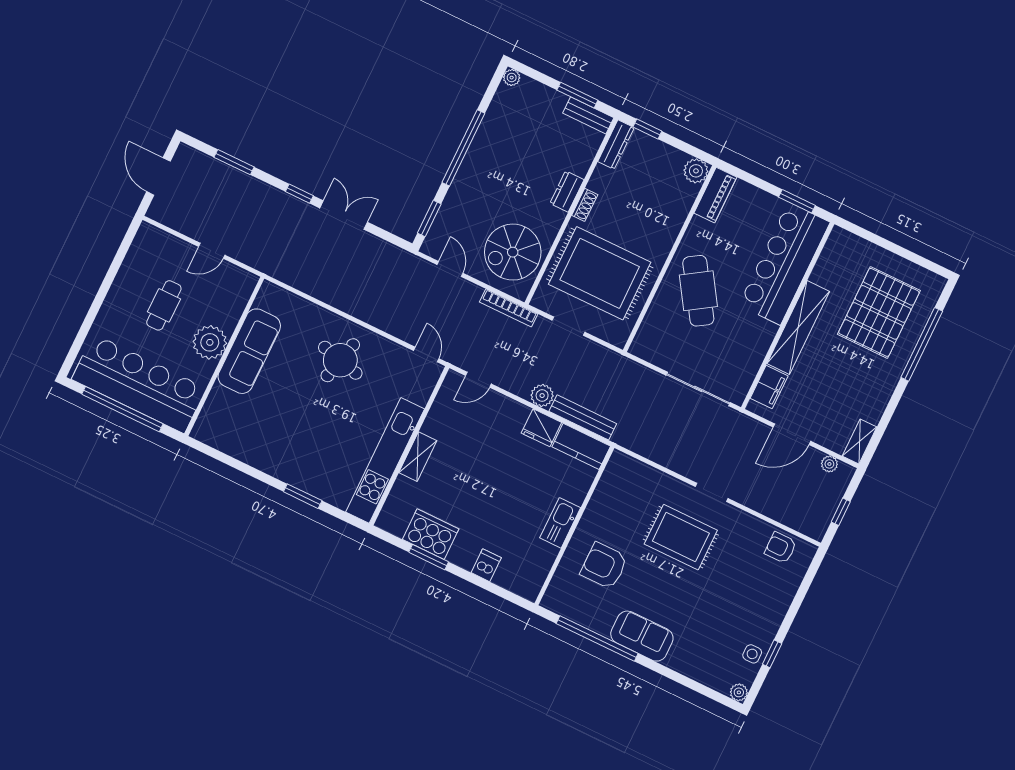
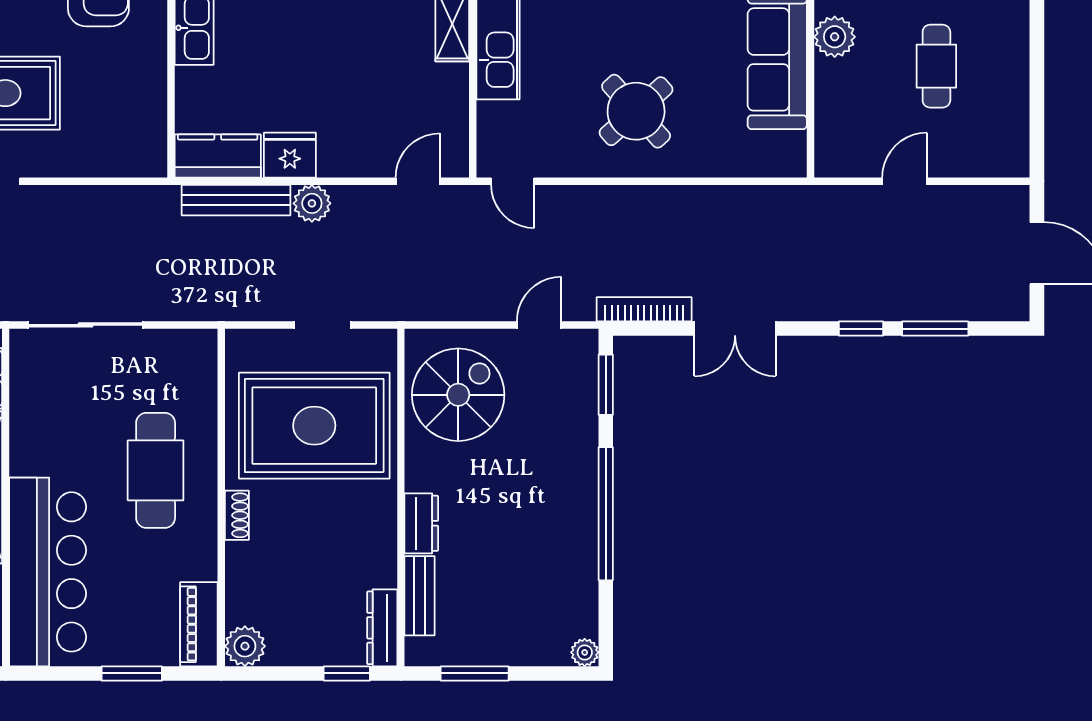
bench: (588, 115) -> (420, 596), moved, turned 90
window: (299, 194) -> (861, 329), moved
window: (797, 201) -> (132, 673), moved
shoe rack: (585, 205) -> (237, 515), moved, turned 180
door: (450, 269) -> (539, 325), swing flipped
cafe table: (698, 291) -> (156, 470), turned 33
bookcase: (509, 308) -> (644, 309), moved
plant: (210, 342) -> (835, 37), width x0.73, depth x0.73
round table: (340, 360) -> (636, 111), turned 34

